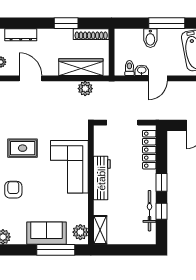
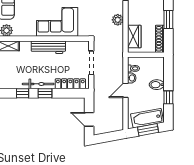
window: (167, 23) -> (168, 97), width x0.46
wardrobe: (81, 67) -> (134, 37), width x0.67
door: (158, 78) -> (125, 90), hinge flipped
plant: (85, 89) -> (118, 20), moved
bicycle: (149, 211) -> (38, 84), moved

